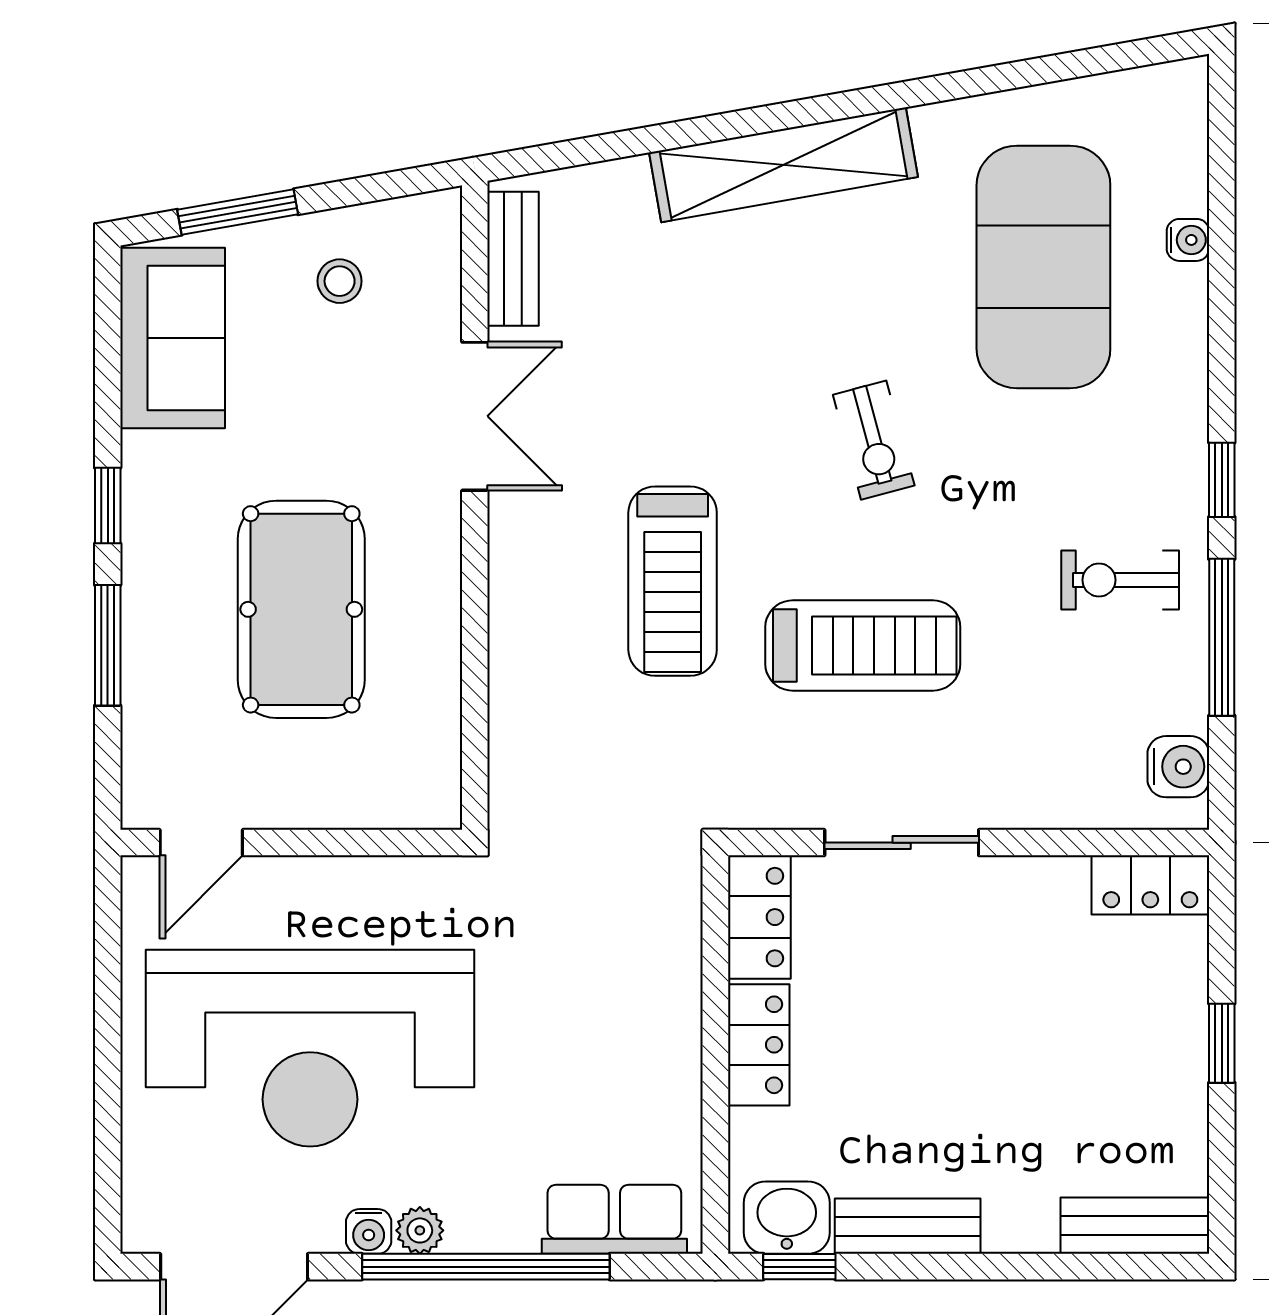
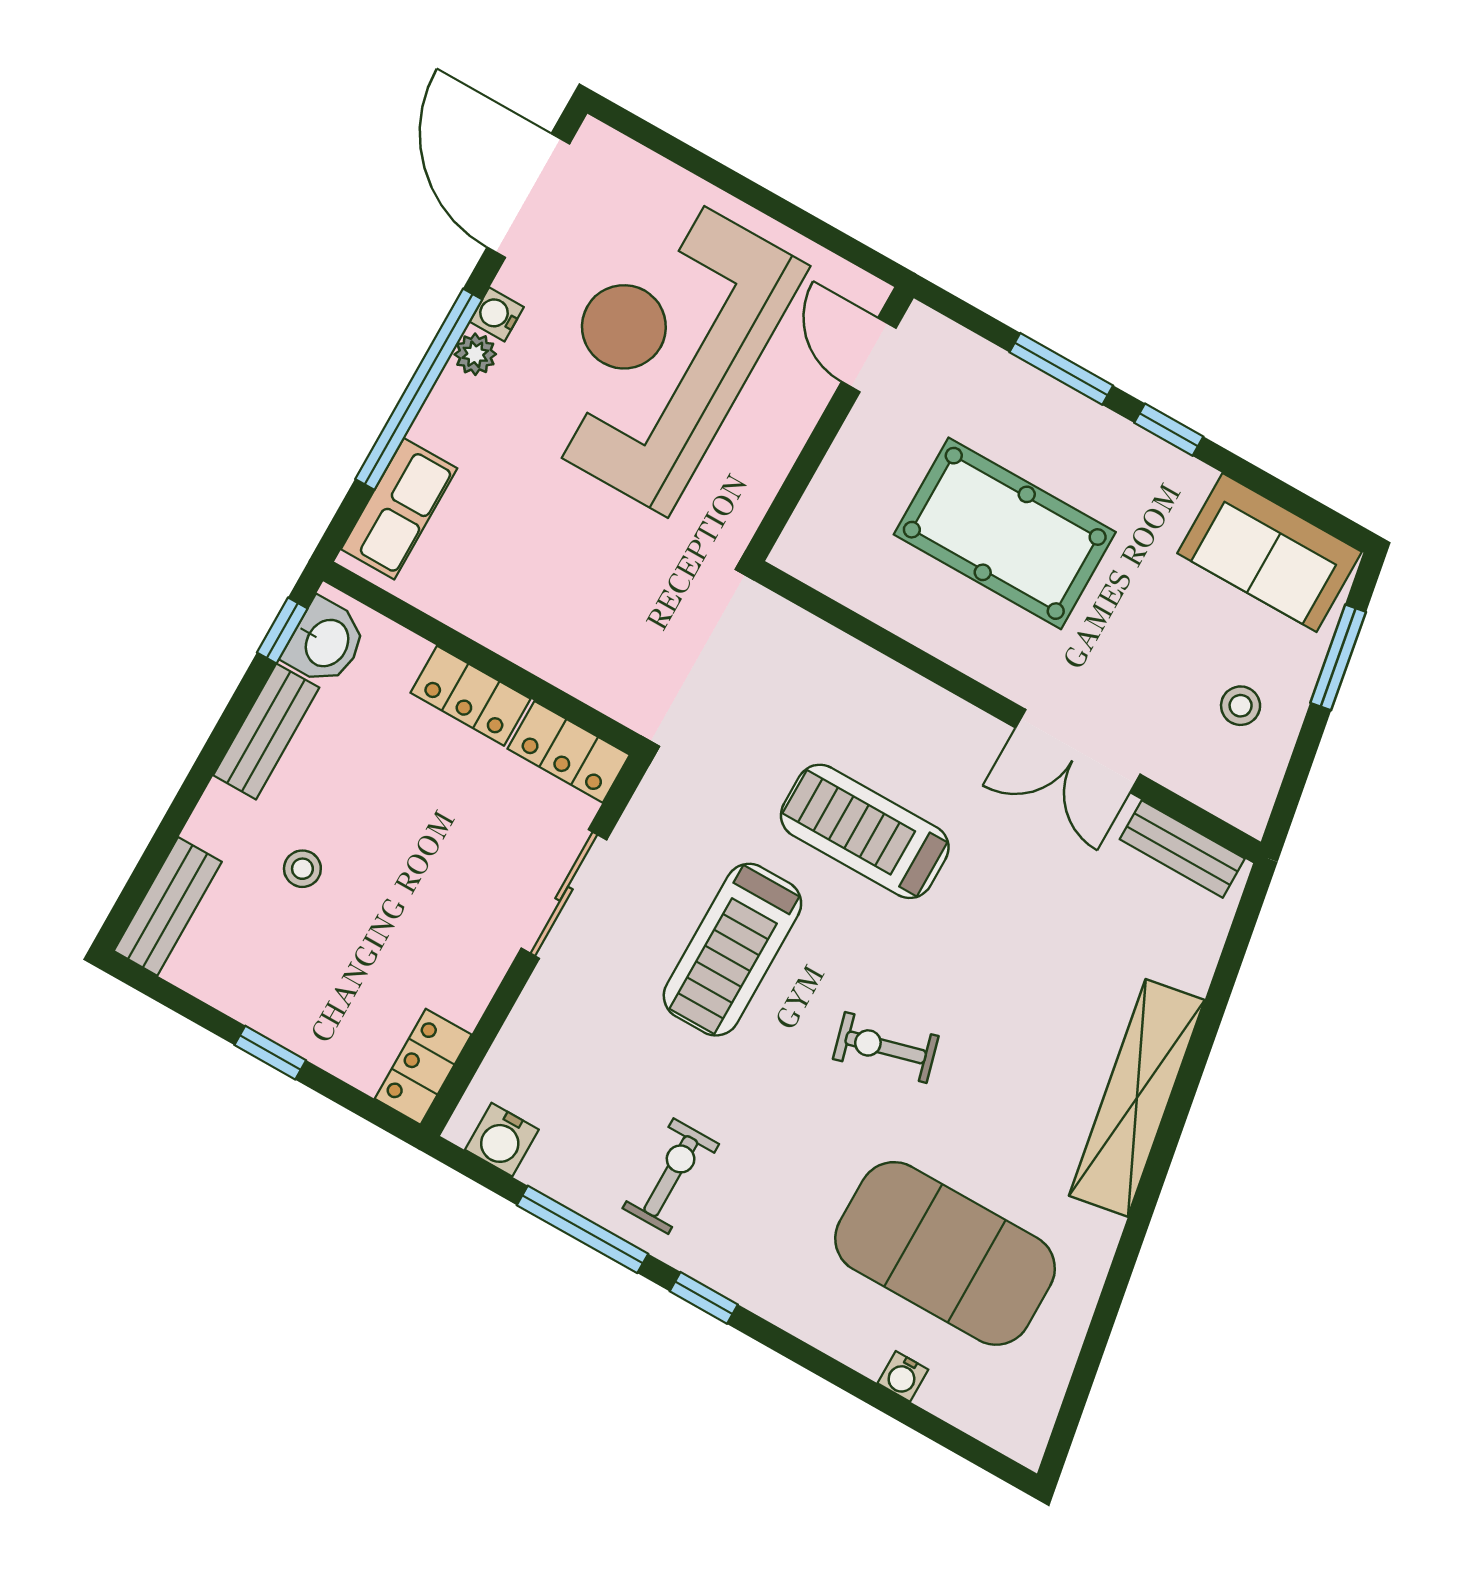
stool: (1023, 1114) -> (302, 869), added

